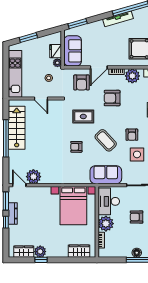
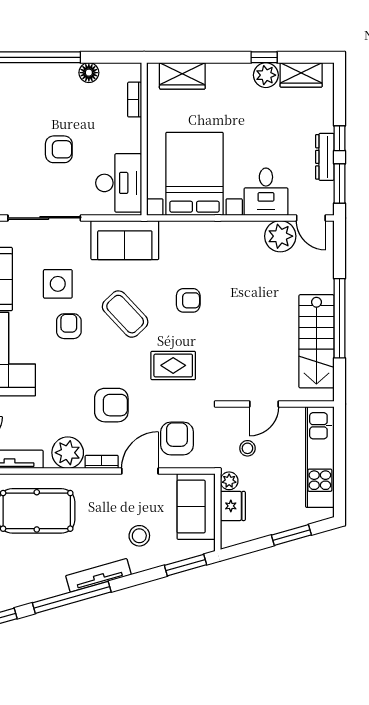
stool: (99, 37) -> (139, 536), added
door: (41, 99) -> (264, 404), swing flipped
desk: (40, 197) -> (266, 192), added
plant: (106, 224) -> (125, 135), removed
floor lamp: (137, 253) -> (89, 73), moved

